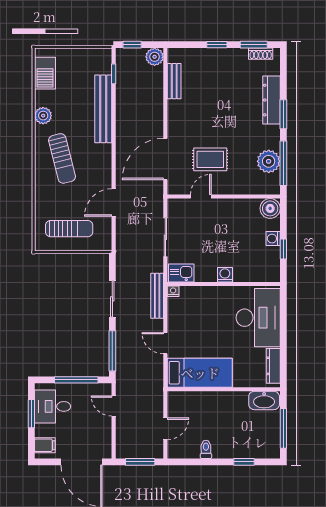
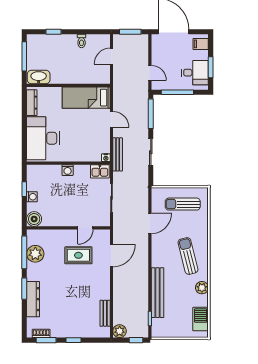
door: (165, 159) -> (112, 256), width x0.73

